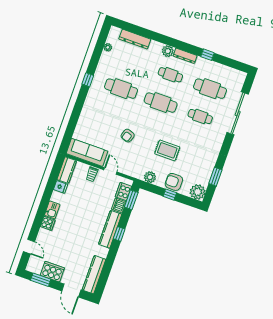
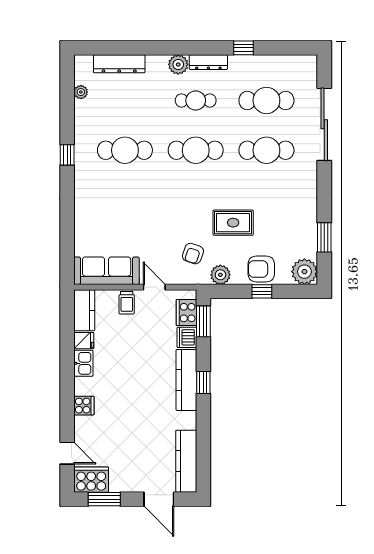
cafe table: (200, 116) -> (266, 150), width x1.37, depth x1.35
armchair: (128, 136) -> (193, 254), moved
kitchen sink: (52, 210) -> (83, 363), moved
cooker: (52, 272) -> (91, 480), moved

